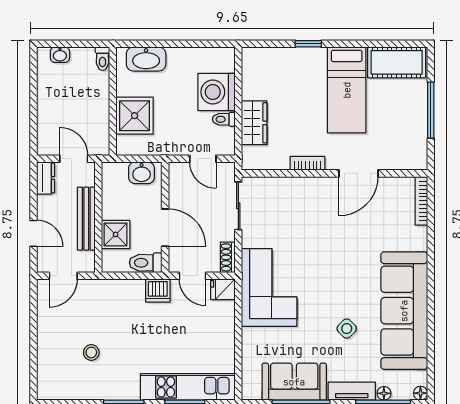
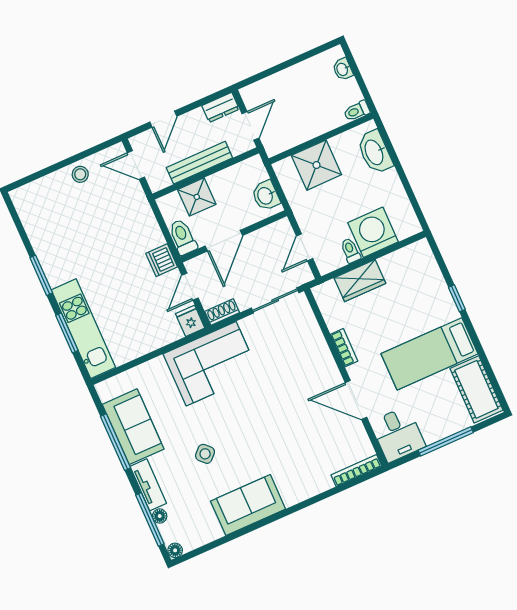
desk: (405, 150) -> (398, 434), added
sofa: (404, 311) -> (248, 505), width x0.54, depth x0.79
stool: (91, 352) -> (80, 174), moved

